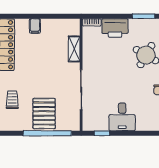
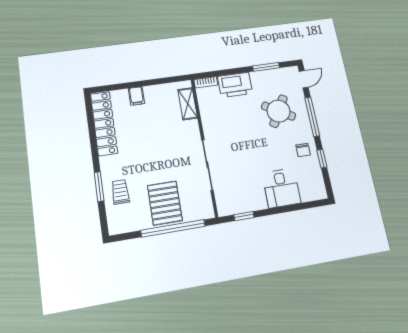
shelving: (74, 49) -> (188, 104), moved
desk: (122, 117) -> (281, 188), moved

